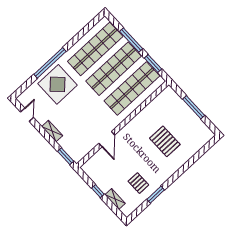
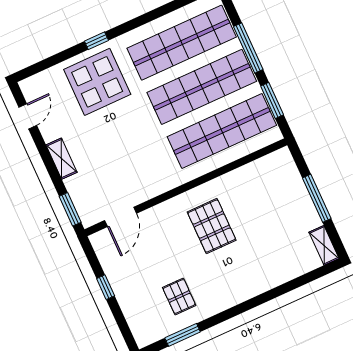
window: (50, 63) -> (96, 41), width x0.32
door: (107, 139) -> (121, 217), moved
pallet: (165, 141) -> (212, 226), moved
window: (156, 195) -> (183, 335), moved
shelving: (115, 199) -> (324, 245), moved

